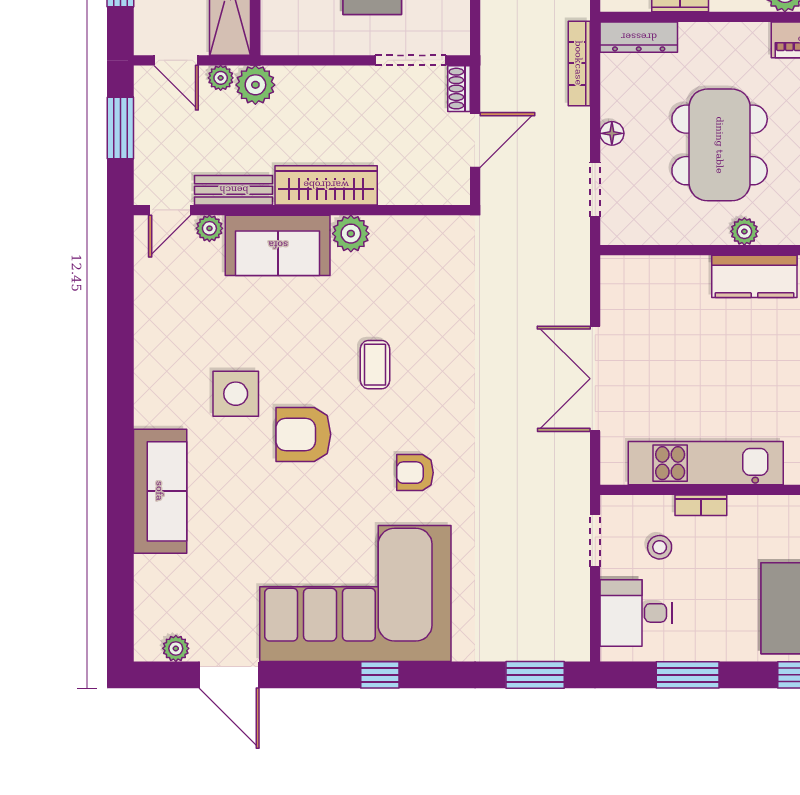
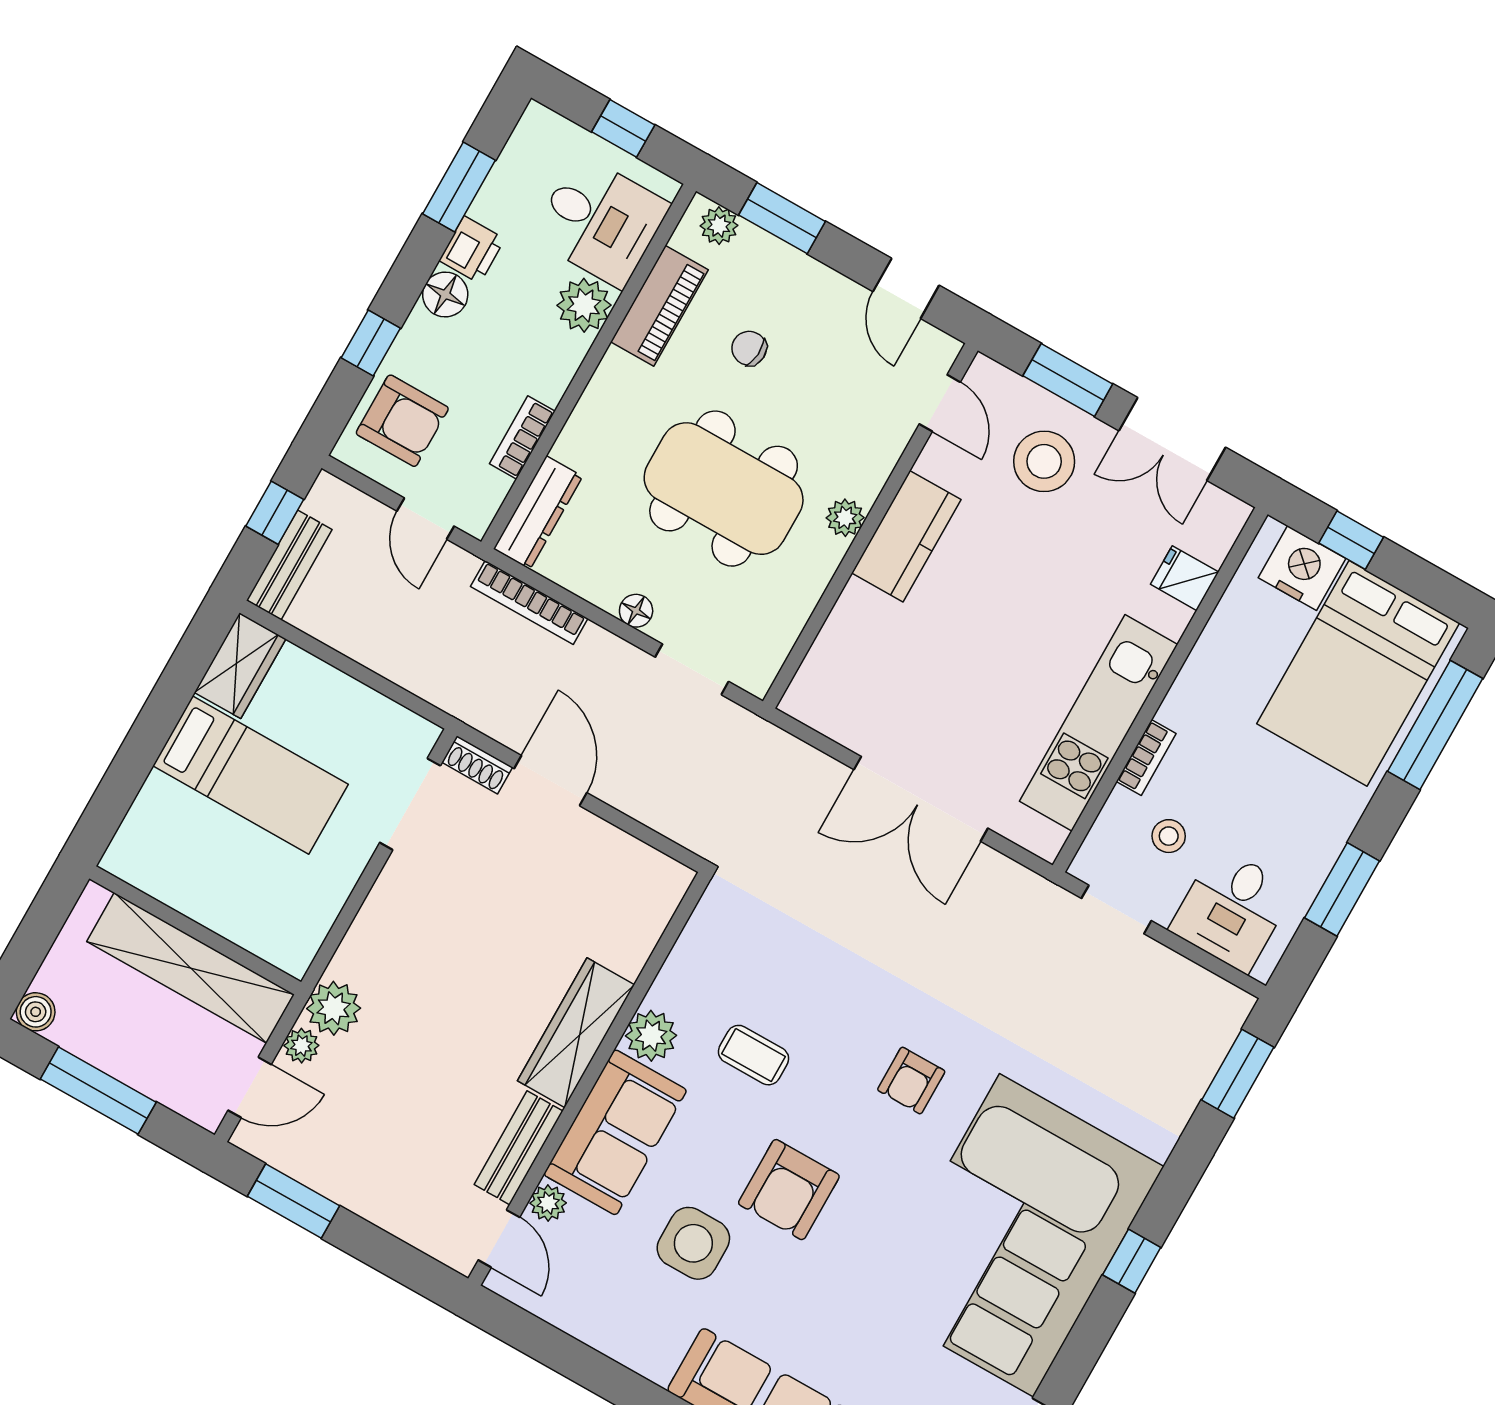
wardrobe: (326, 185) -> (576, 1033), moved
bench: (234, 190) -> (519, 1148), moved
door: (170, 210) -> (499, 1239), moved
wall: (302, 210) -> (589, 1079), moved
plant: (209, 228) -> (548, 1203), moved
plant: (351, 234) -> (651, 1036), moved
sofa: (278, 245) -> (615, 1132), moved

